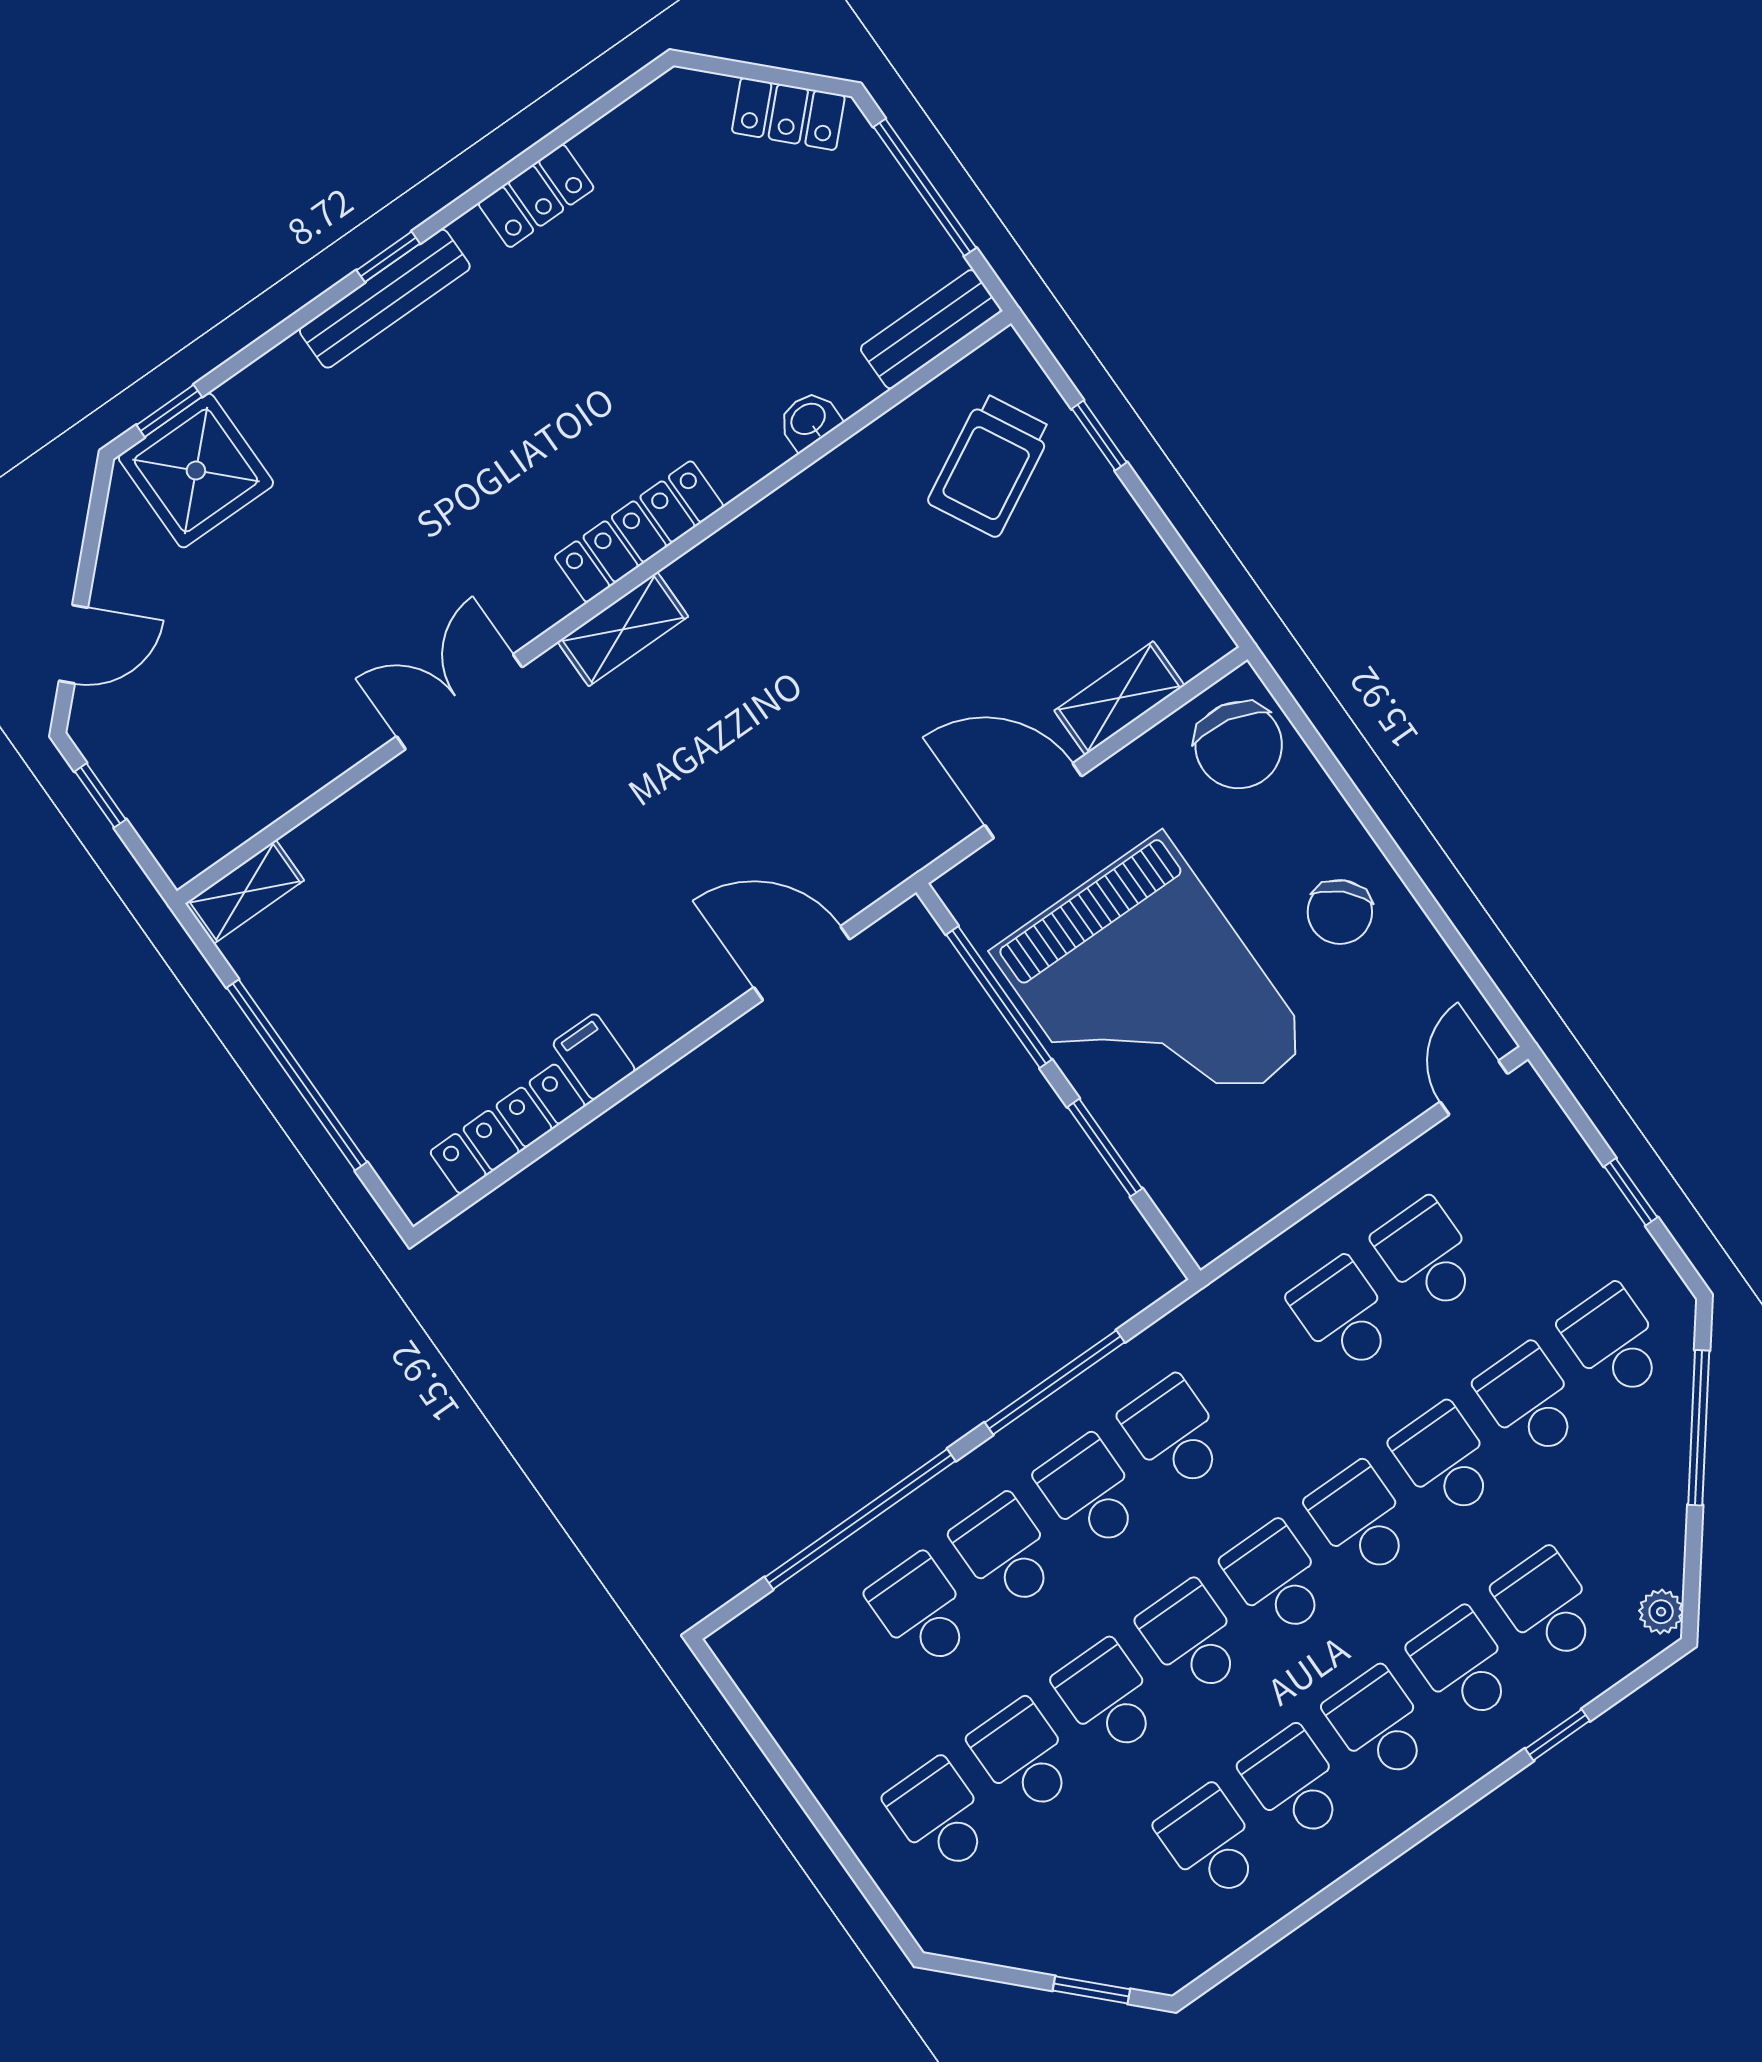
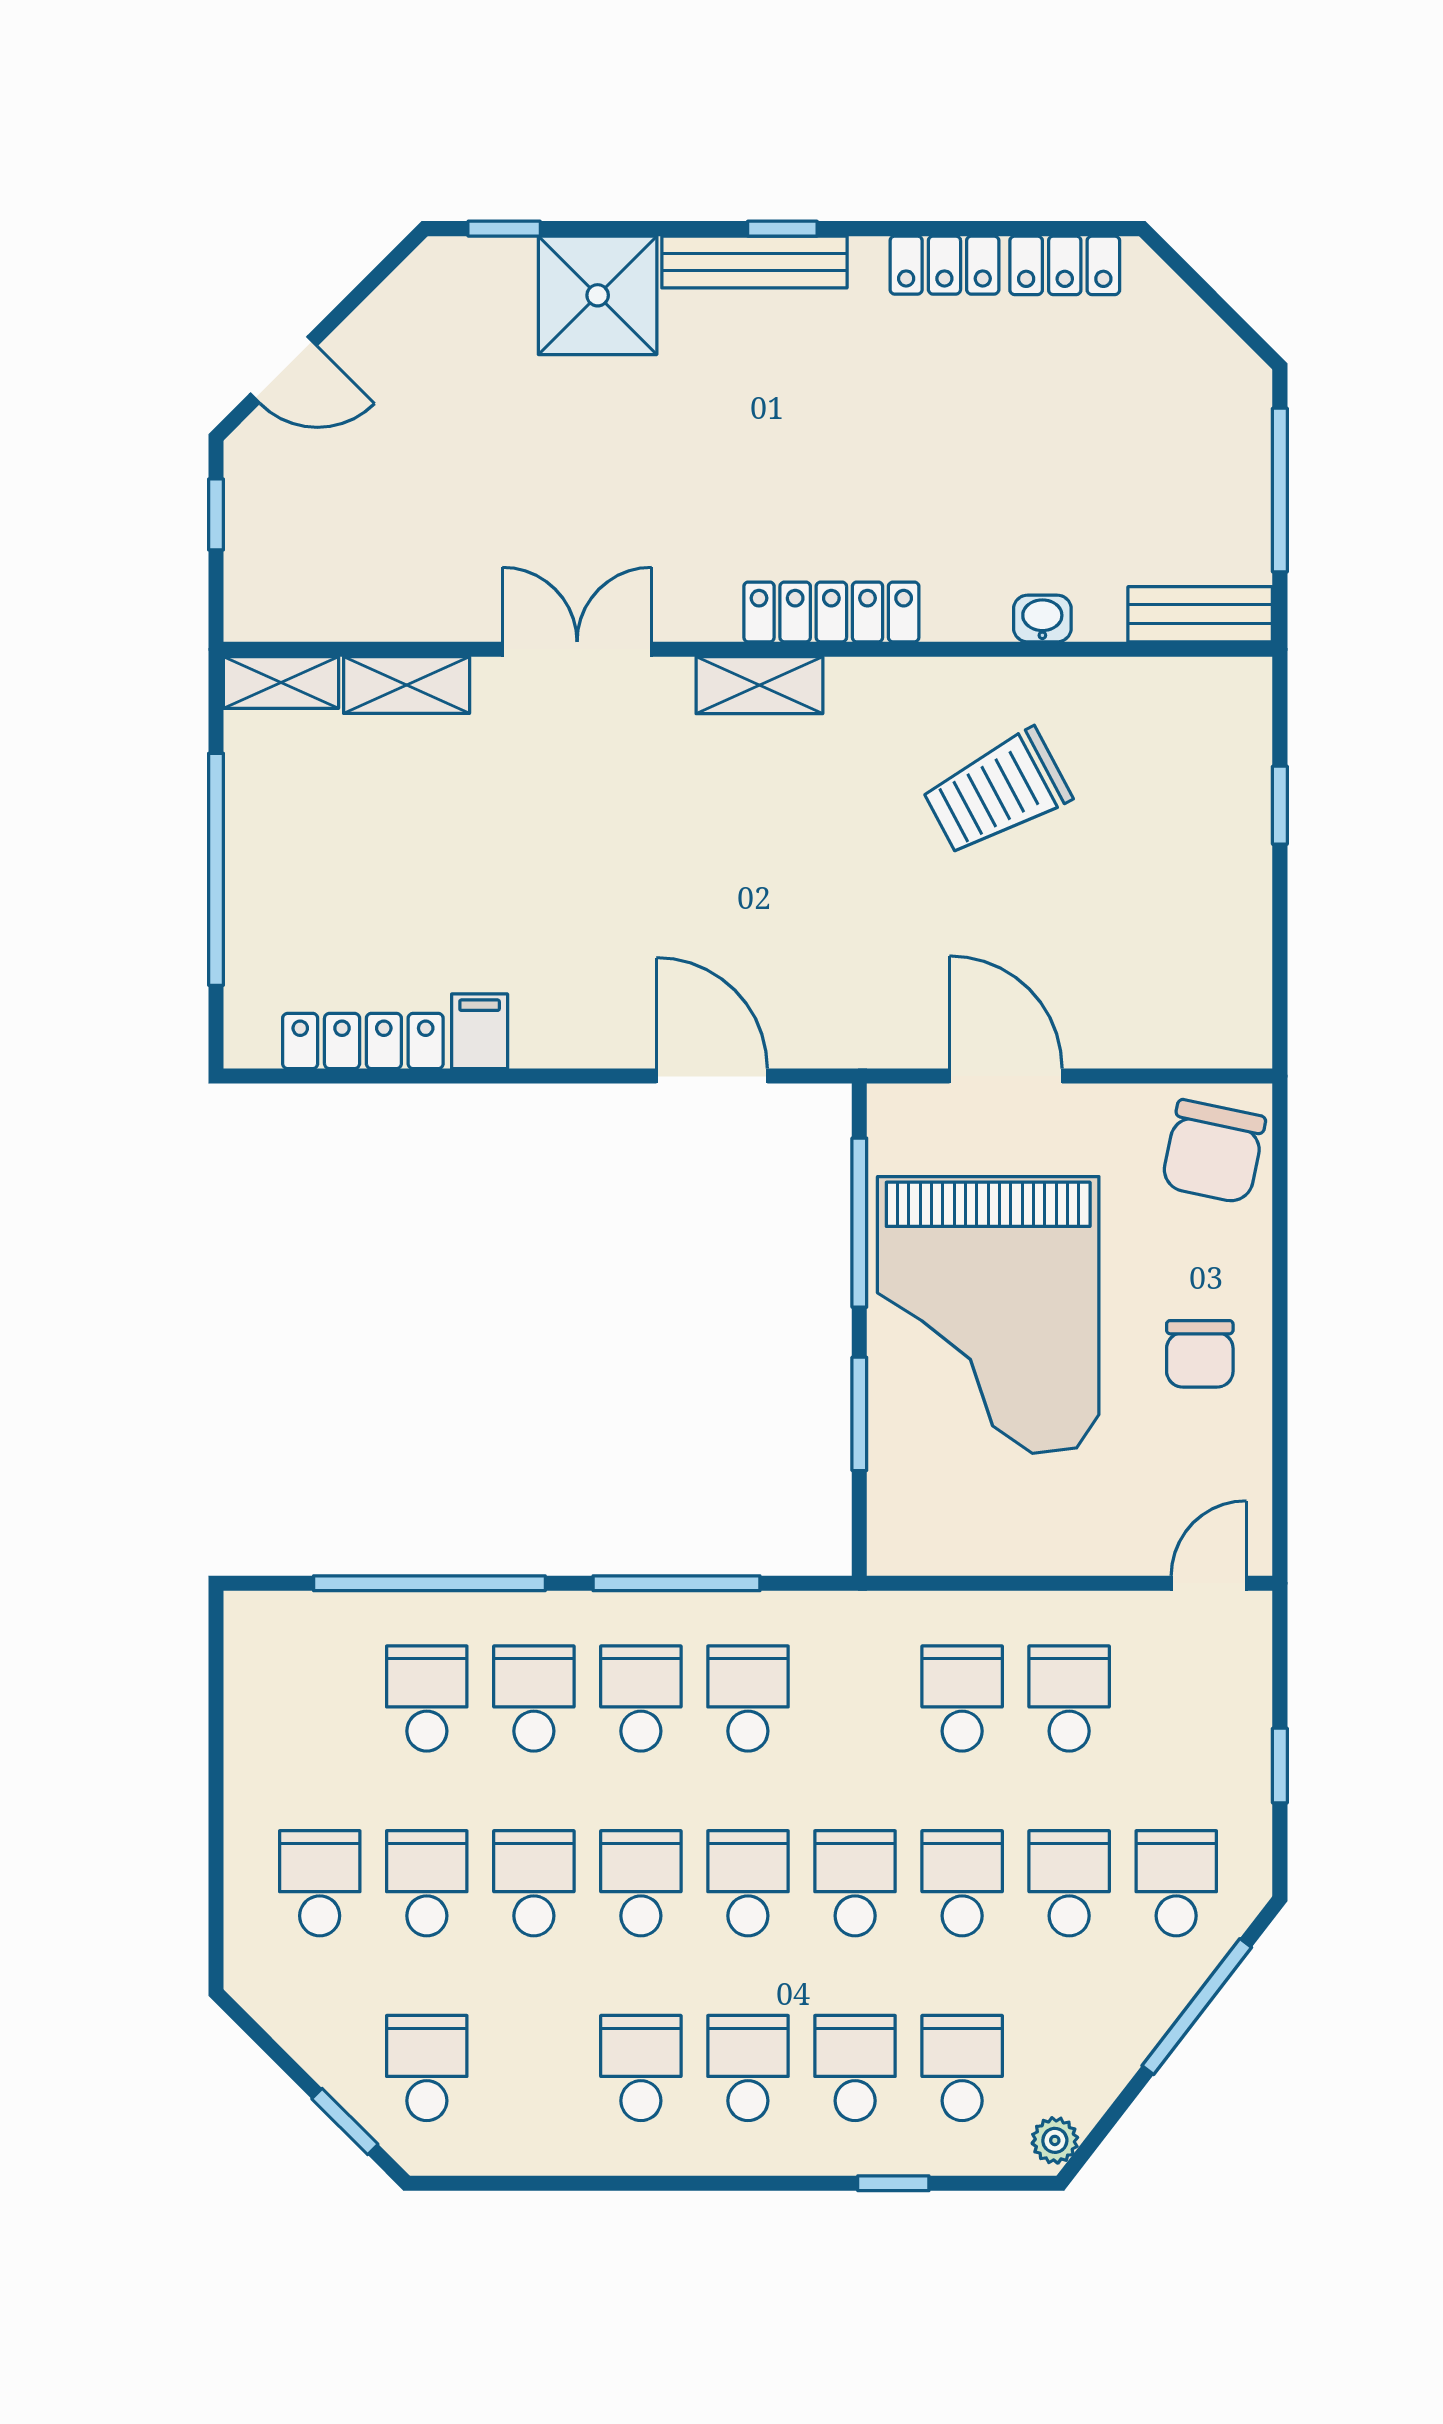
locker: (788, 114) -> (1065, 265), moved, turned -45
trolley: (990, 465) -> (997, 792), moved
shower: (196, 470) -> (598, 295), moved
shelving: (1119, 698) -> (407, 685), moved
chair: (1340, 912) -> (1200, 1354), turned -44
school desk: (1211, 1843) -> (427, 2068), moved

